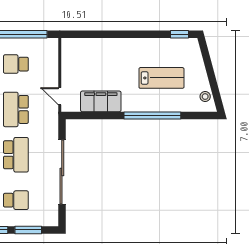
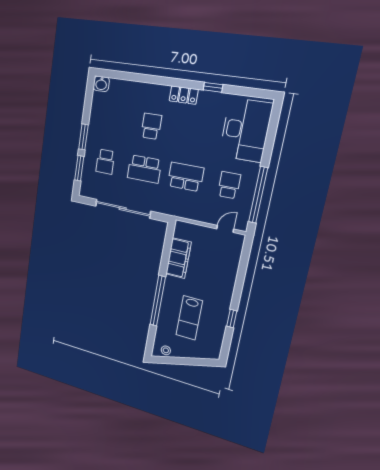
window: (179, 34) -> (232, 319), moved
door: (60, 96) -> (225, 229), moved

